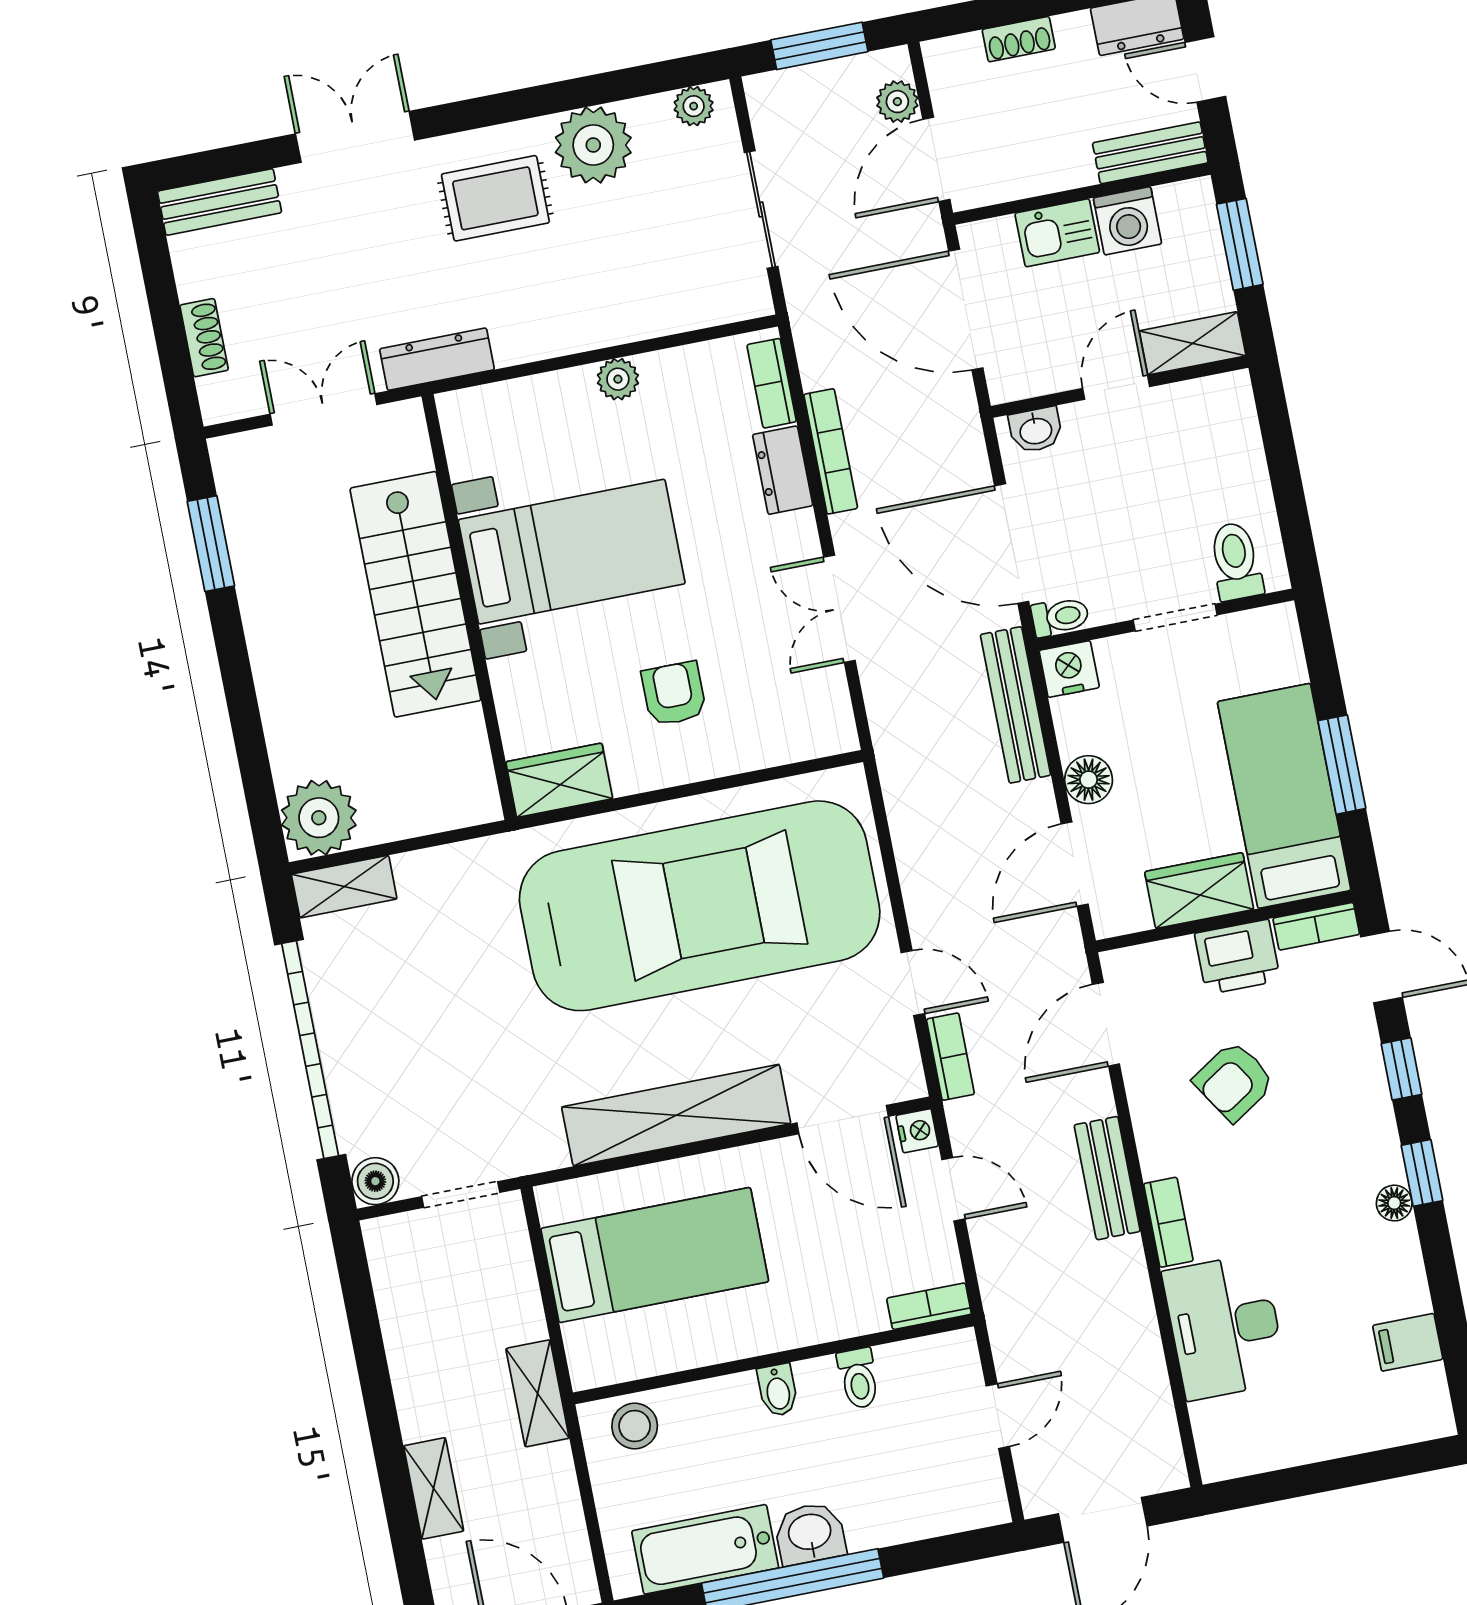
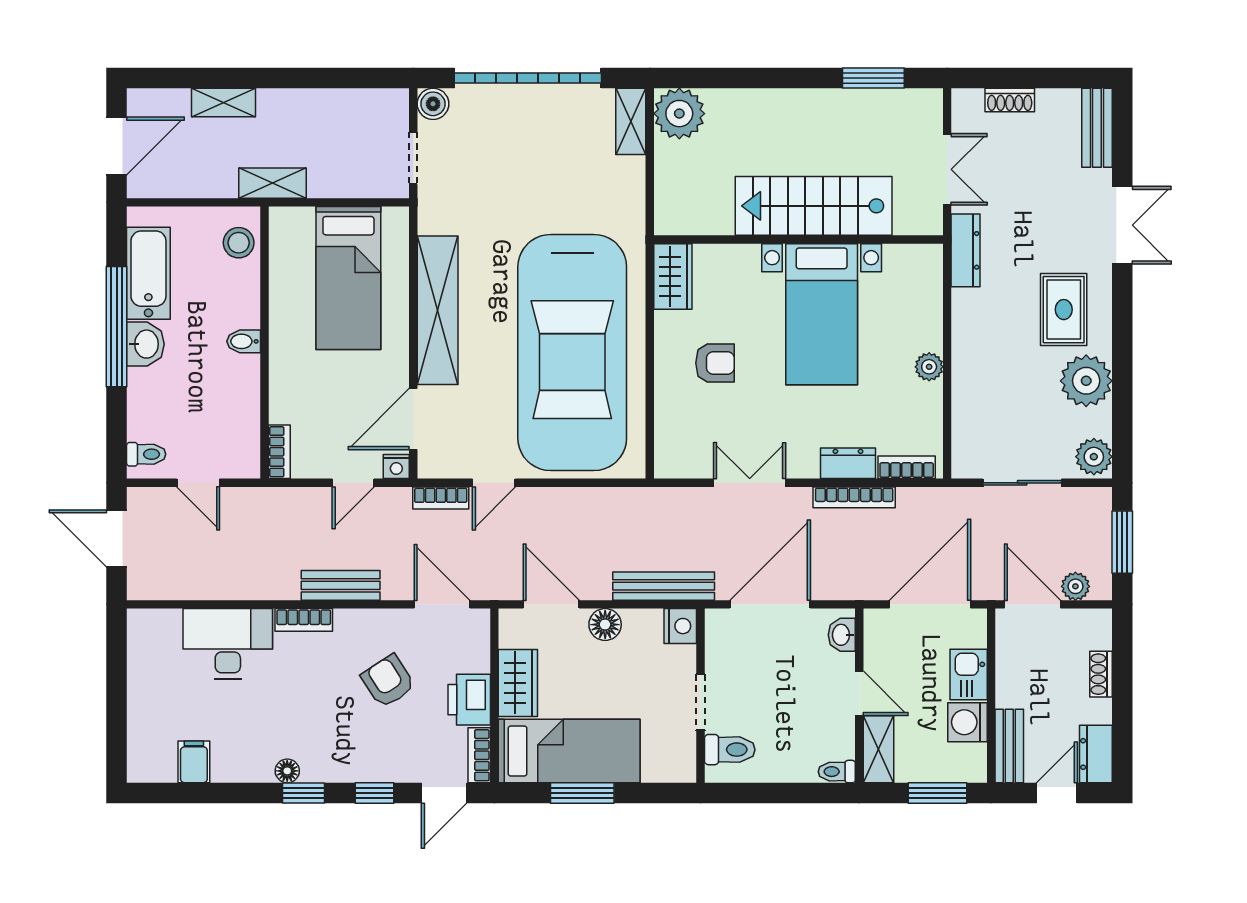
plant: (694, 106) -> (1094, 457), width x1.38, depth x1.38
toilet: (1060, 617) -> (837, 772), moved, turned 90
toilet: (858, 1378) -> (146, 454), moved, turned 180

